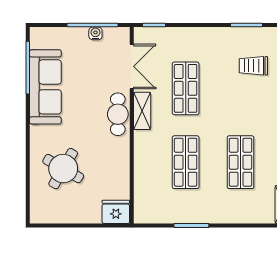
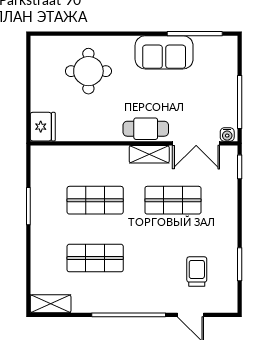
water cooler: (95, 33) -> (227, 134), moved, turned 90
sofa: (45, 87) -> (164, 52), width x0.73
round table: (63, 169) -> (88, 71), turned -30

